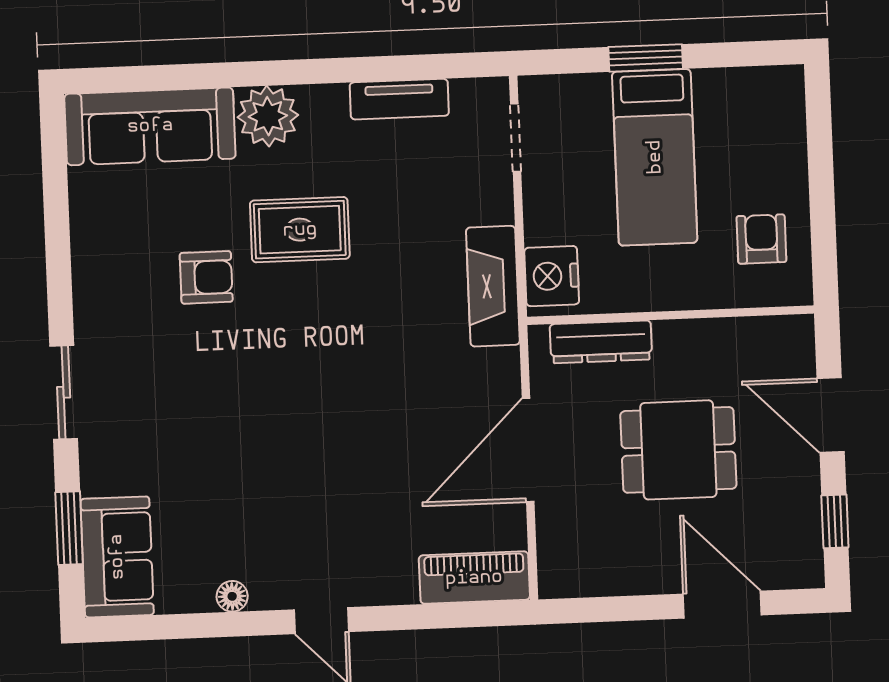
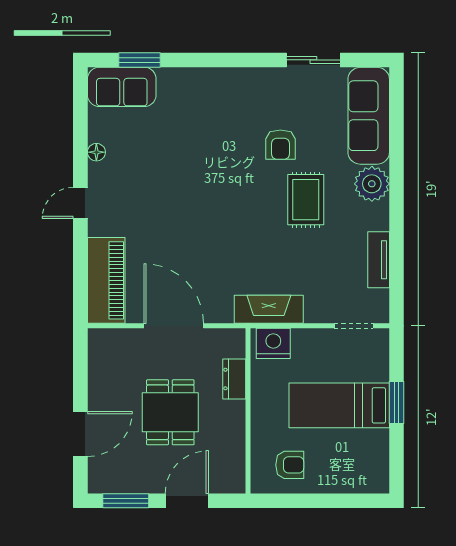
dresser: (601, 342) -> (234, 379), width x0.70
sliding door: (64, 392) -> (313, 60), moved
window: (835, 521) -> (126, 501), width x1.50
piano: (474, 578) -> (106, 280), width x1.37, depth x1.33

